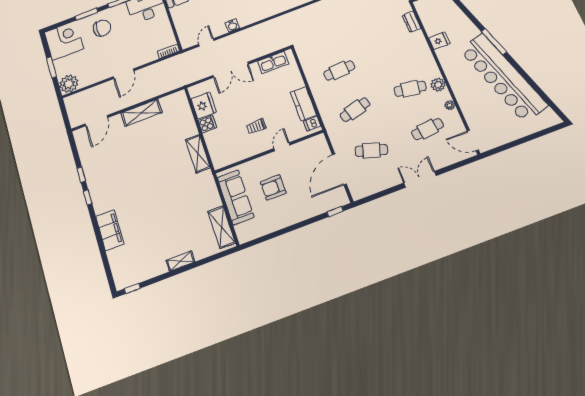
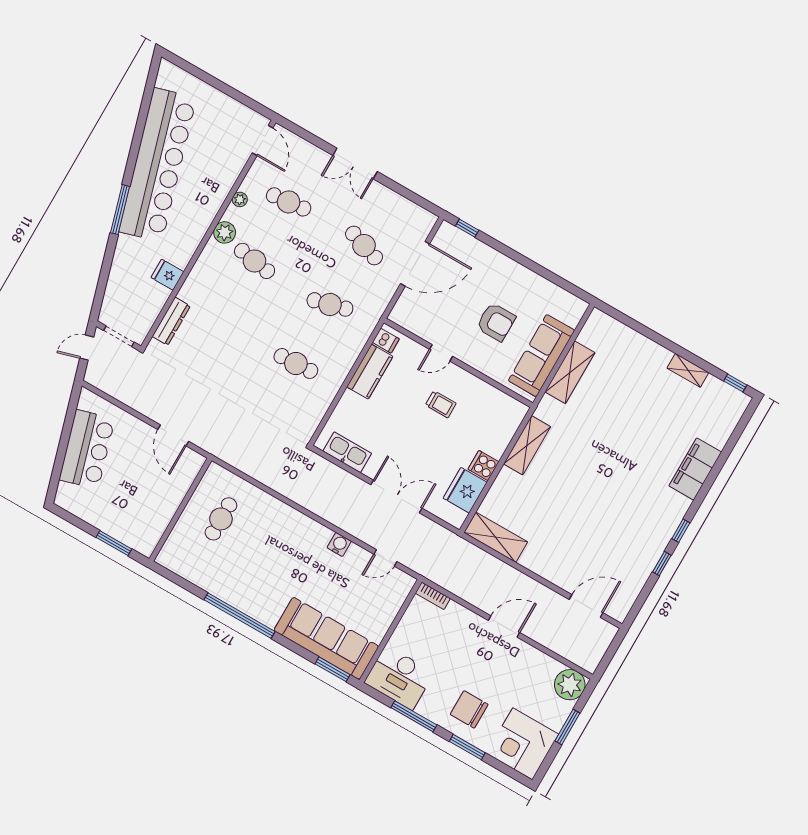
dresser: (411, 22) -> (171, 321), width x1.44
shelving: (142, 113) -> (496, 537), moved
shelving: (222, 227) -> (570, 372), moved
shelving: (181, 261) -> (688, 370), moved

